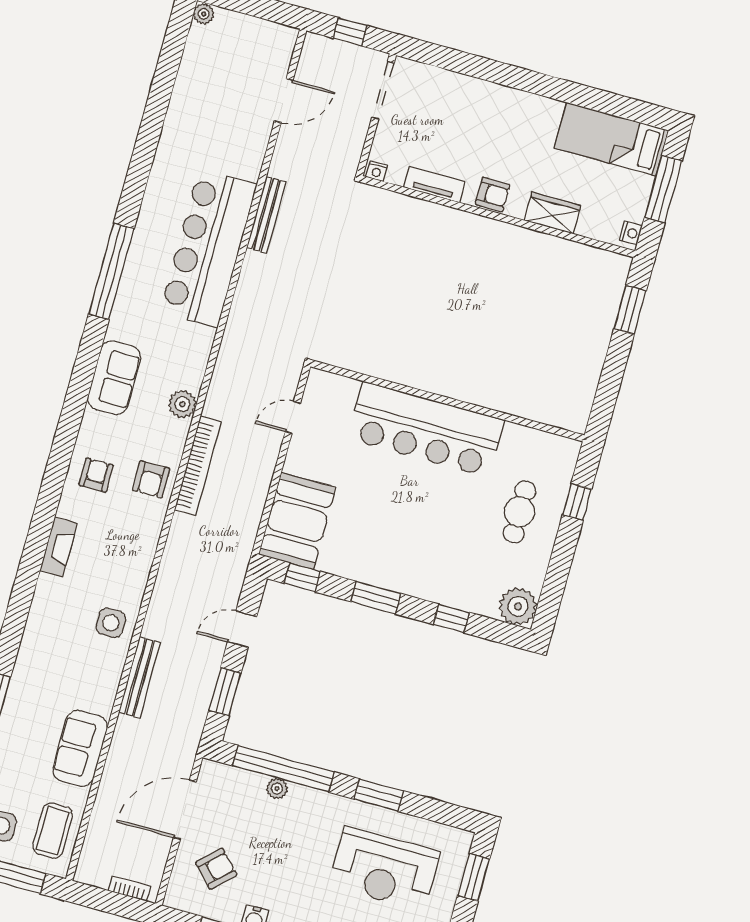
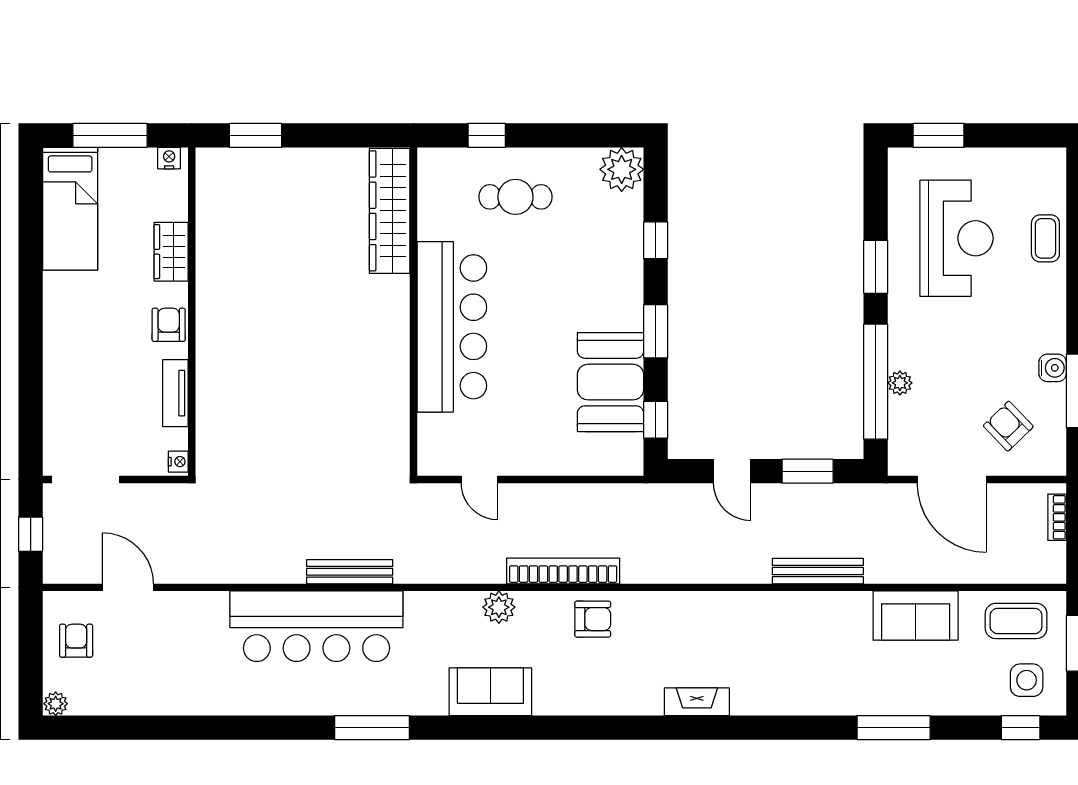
bench: (266, 215) -> (350, 572), moved
window: (111, 271) -> (372, 728), width x0.68
wardrobe: (537, 404) -> (390, 211), added
armchair: (96, 475) -> (76, 641), moved, turned 90
booth: (297, 521) -> (611, 382), moved, turned 90
side table: (111, 623) -> (766, 620), removed

